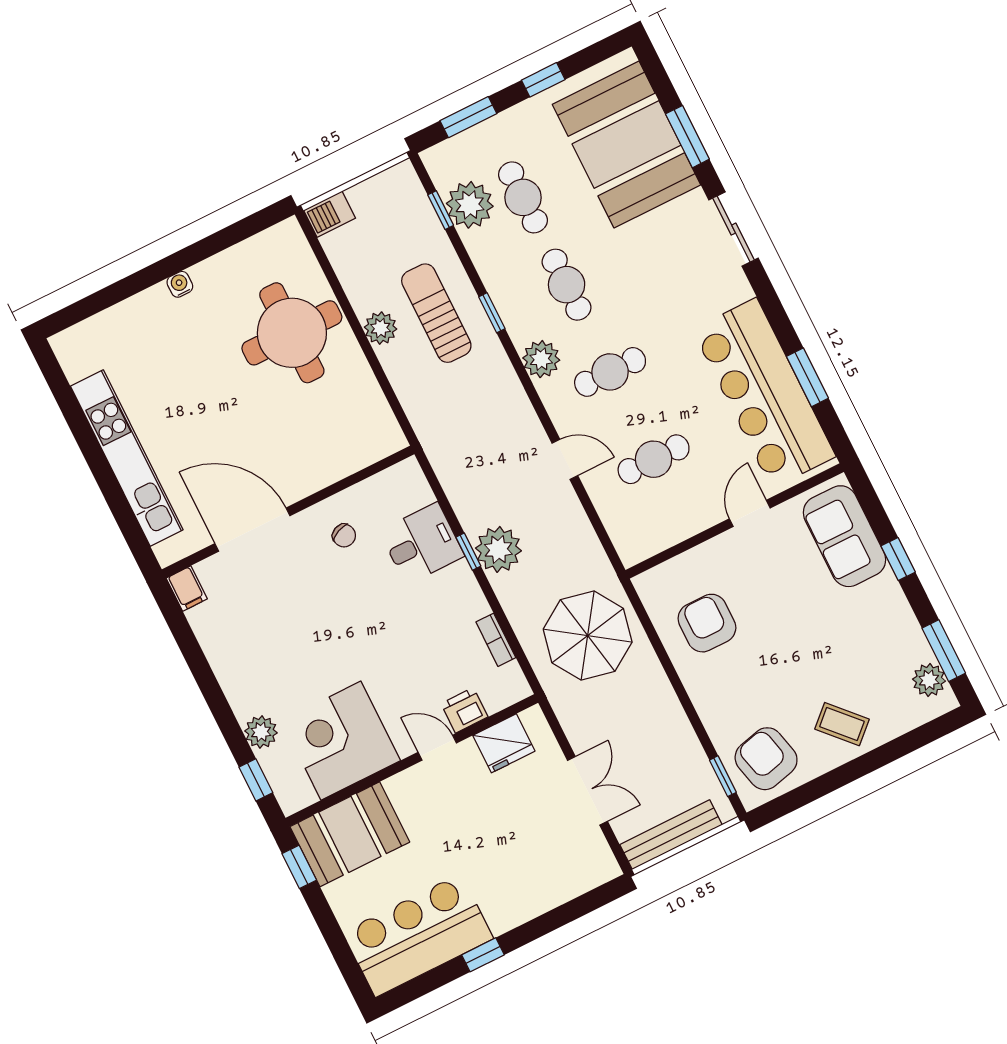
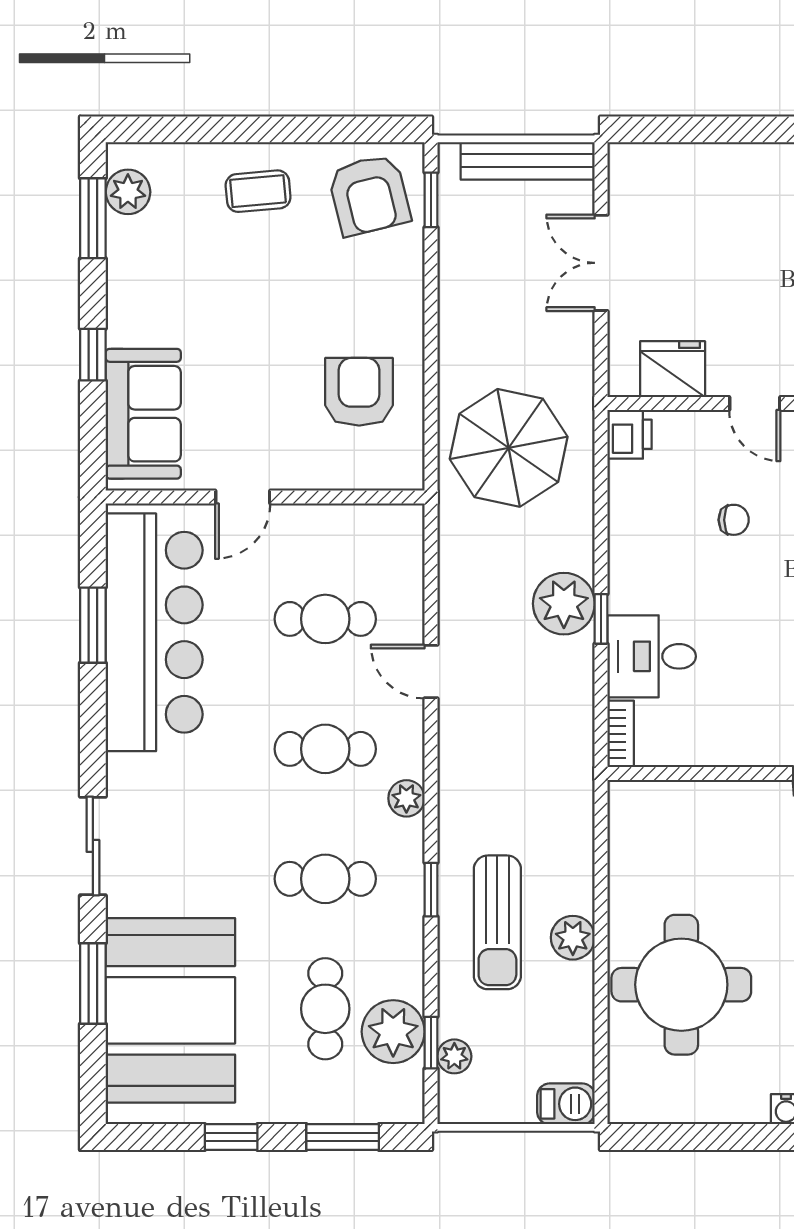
plant: (420, 209) -> (454, 1056), added
cafe table: (567, 285) -> (325, 879), turned 90
plant: (541, 359) -> (406, 798), width x0.73, depth x0.73
chair: (344, 536) -> (734, 520), moved, turned 113
armchair: (707, 623) -> (359, 392), turned 180
bookcase: (496, 640) -> (621, 734), moved
printer: (464, 710) -> (630, 434), moved, turned -90
coffee table: (842, 724) -> (258, 191), turned -52

